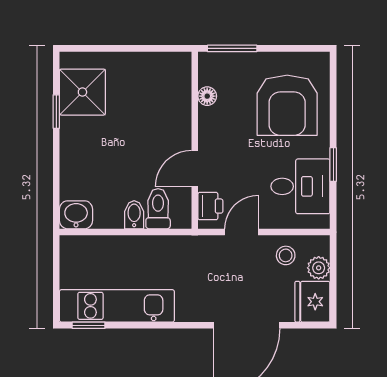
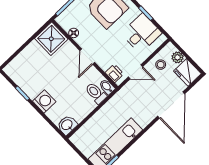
shower: (82, 92) -> (51, 39), moved
washing machine: (76, 152) -> (44, 101), added
door: (195, 168) -> (87, 57), moved
bidet: (134, 215) -> (107, 87), moved
door: (241, 232) -> (136, 72), swing flipped

